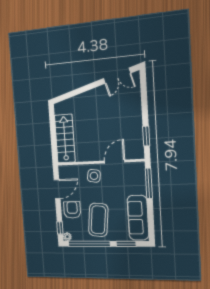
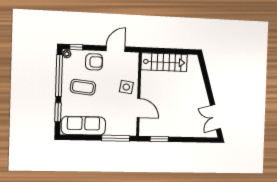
door: (57, 189) -> (116, 49), swing flipped
coffee table: (98, 220) -> (83, 87), width x0.73, depth x0.76

